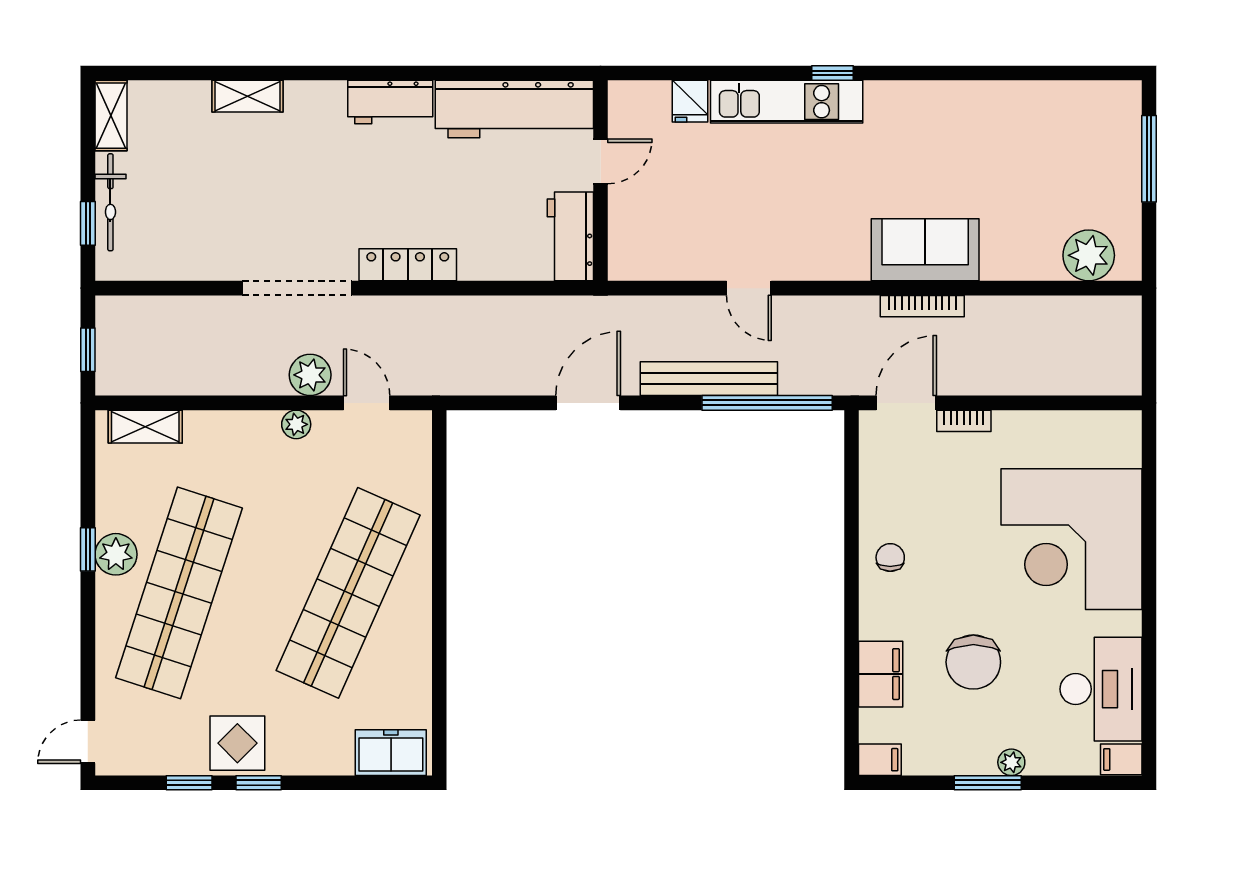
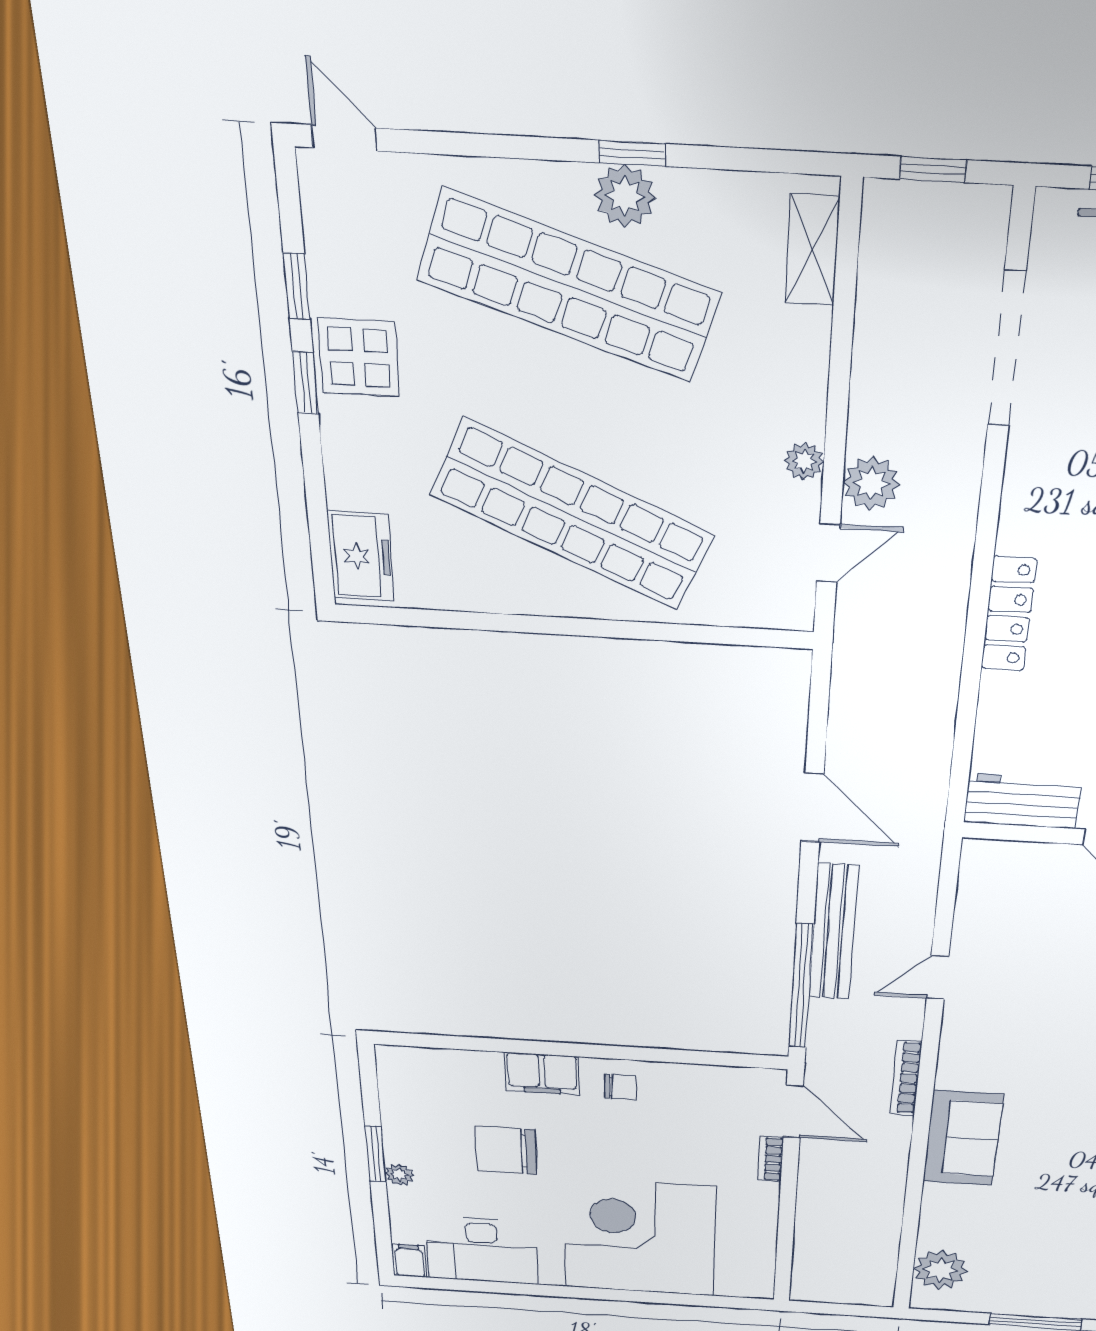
doorway: (297, 288) -> (1007, 349), moved
bookcase: (922, 306) -> (906, 1078), moved
filing cabinet: (881, 674) -> (542, 1074), moved
filing cabinet: (880, 760) -> (393, 1064), removed

